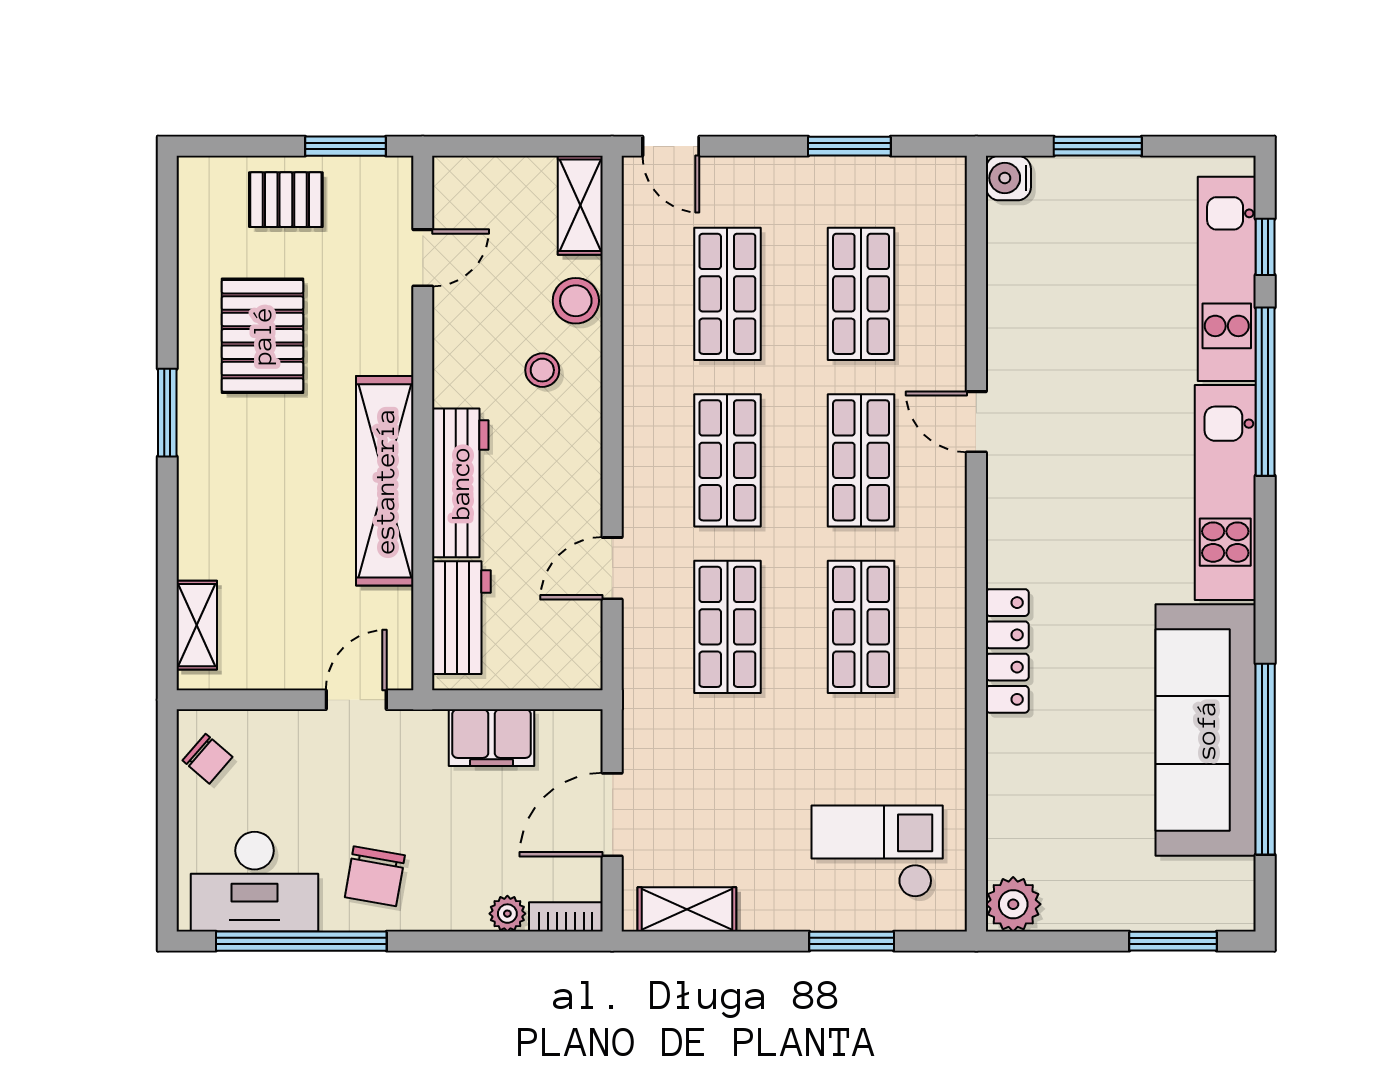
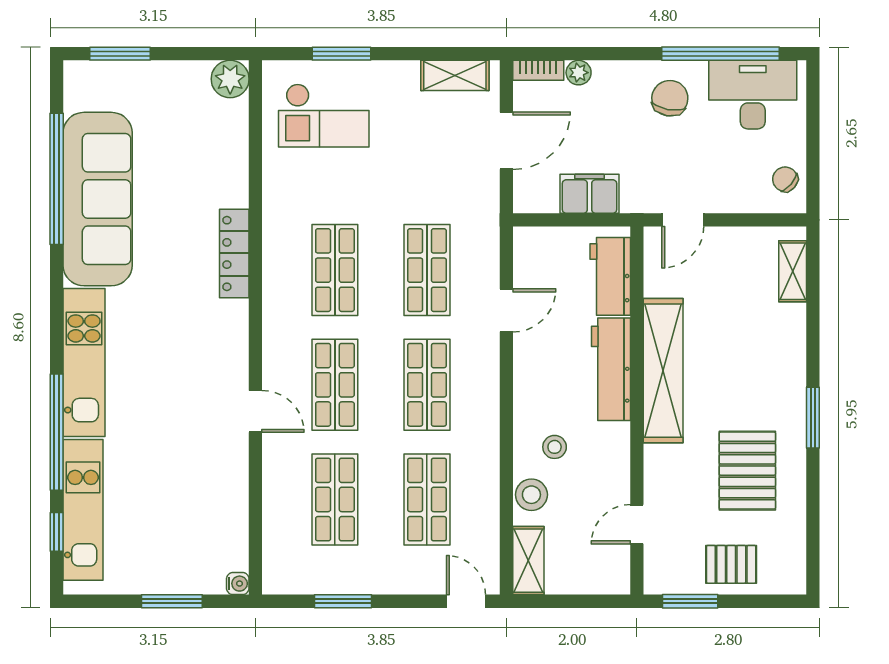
water cooler: (1008, 178) -> (238, 584), width x0.72, depth x0.72

